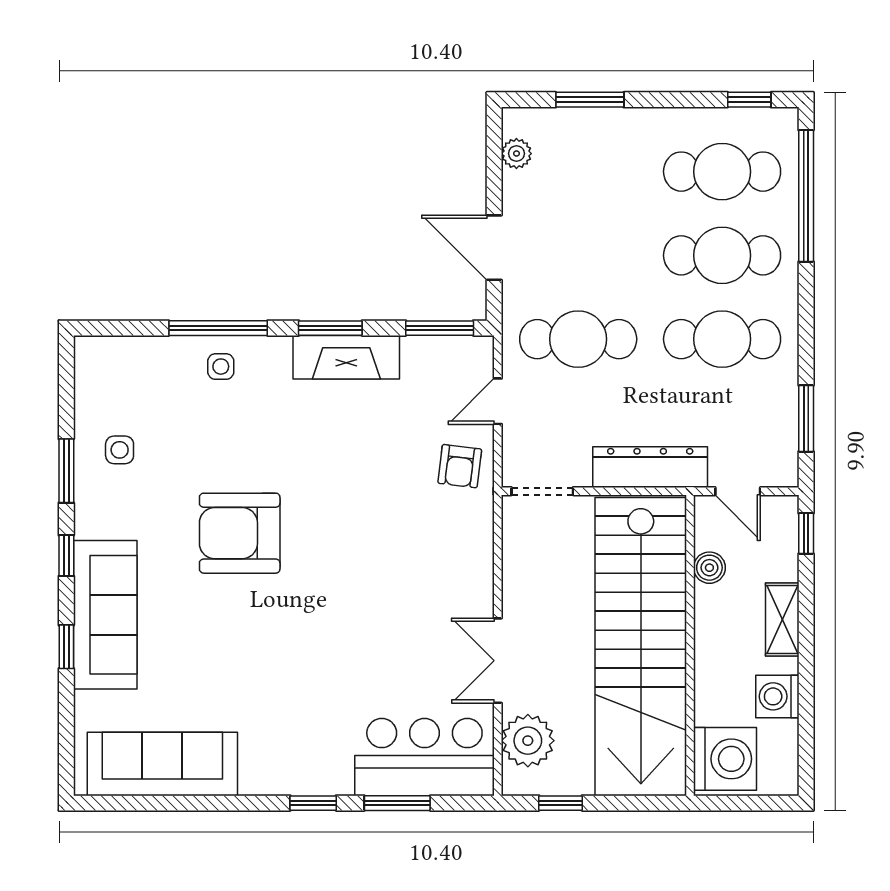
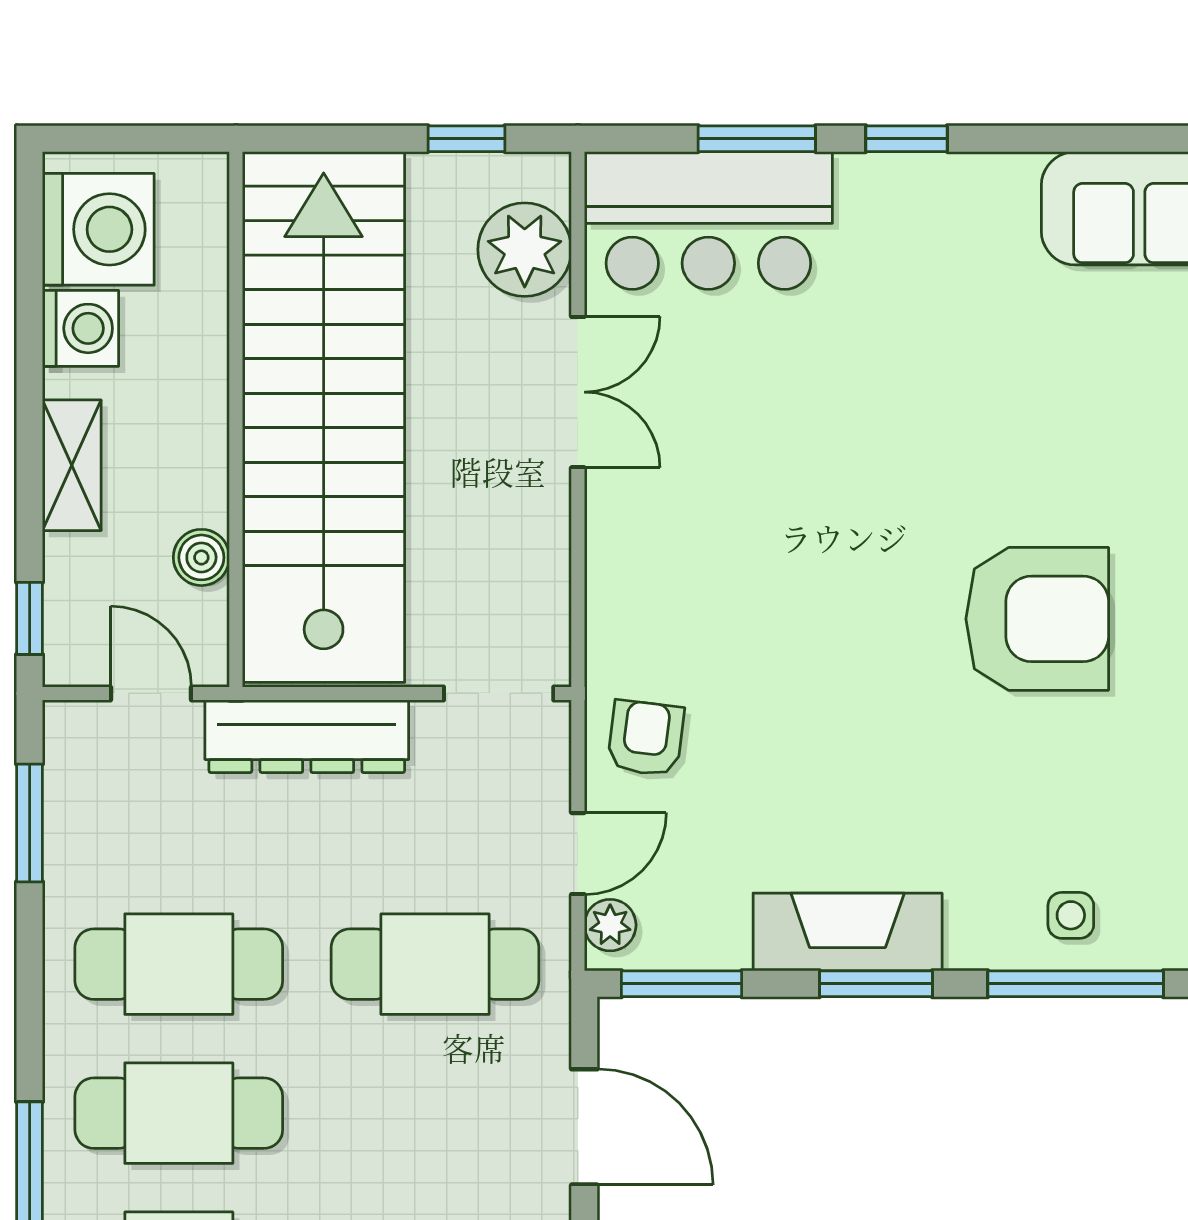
plant: (480, 361) -> (610, 925), added
washing machine: (725, 759) -> (98, 229), moved, turned 180

